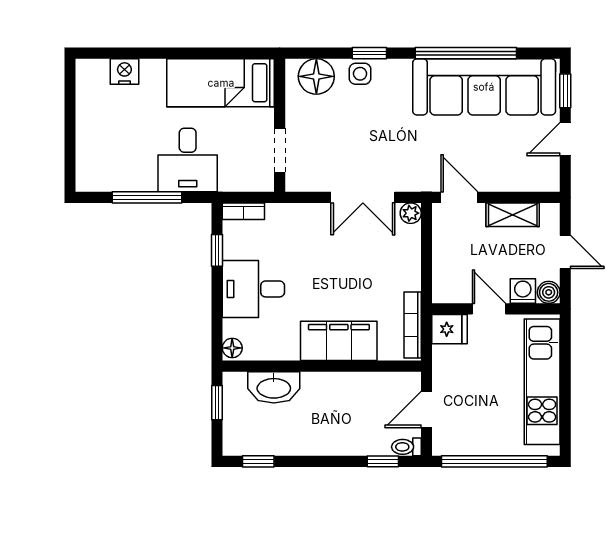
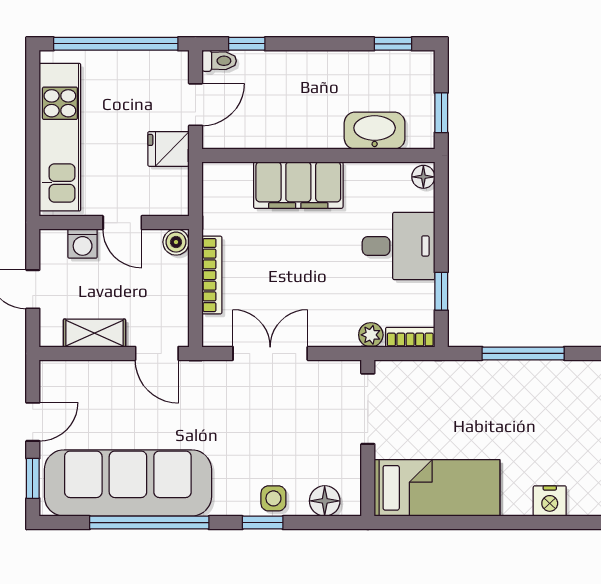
floor lamp: (316, 76) -> (325, 501), width x0.73, depth x0.73
doorway: (280, 150) -> (368, 409), width x1.38
desk: (188, 160) -> (476, 397), removed
plant: (411, 213) -> (371, 335), moved
boiler: (549, 292) -> (176, 242), moved
bookcase: (413, 325) -> (212, 275), moved
fridge: (450, 329) -> (168, 149), moved

